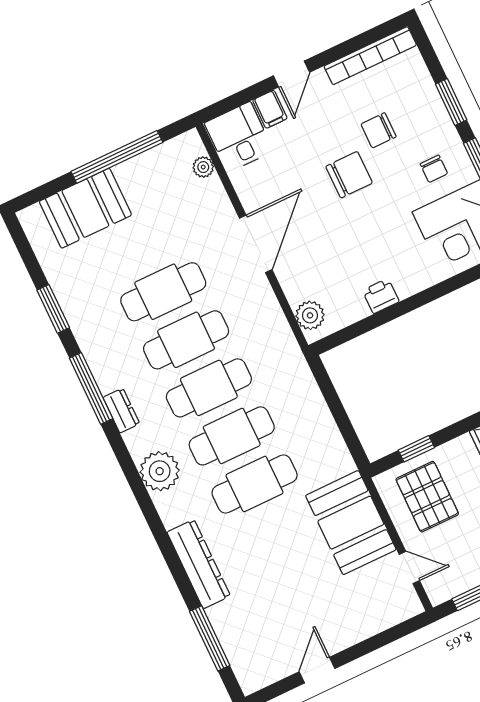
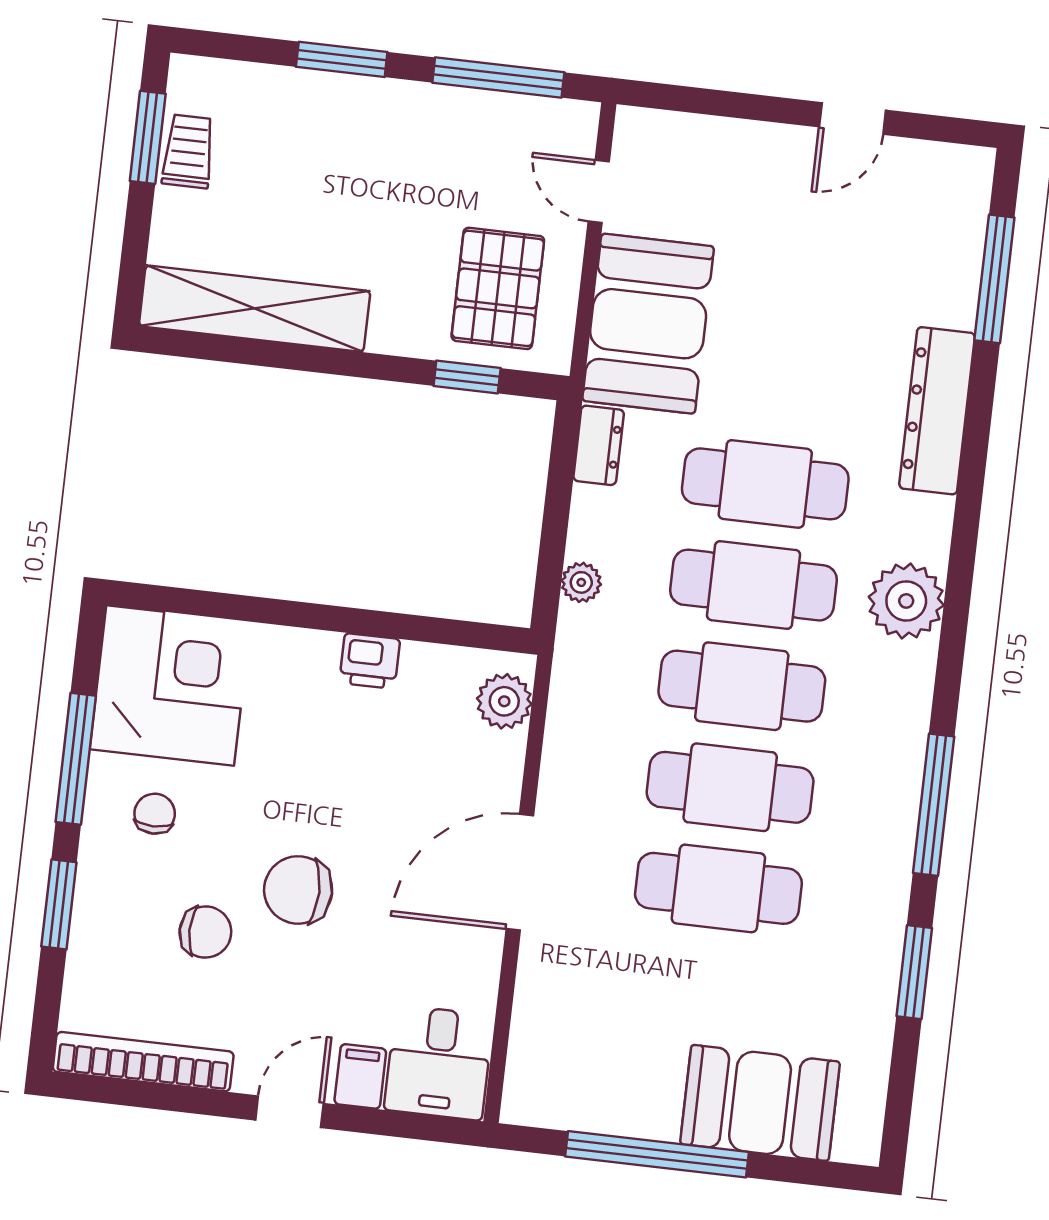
plant: (203, 167) -> (581, 582), moved
dresser: (121, 411) -> (599, 445), moved, turned 180

